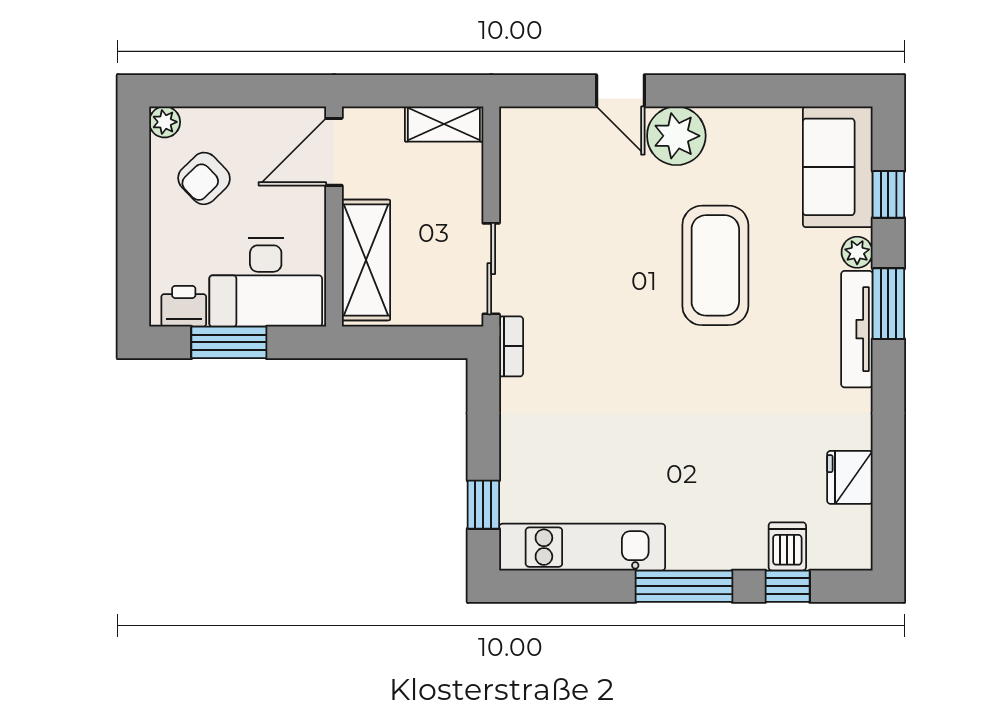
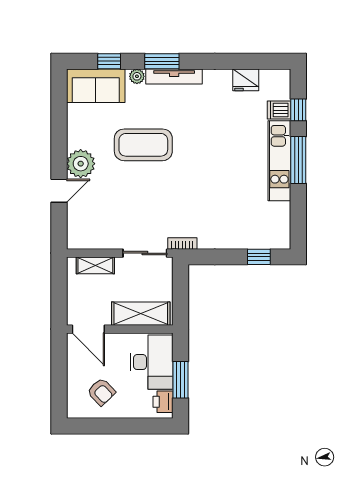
plant: (165, 122) -> (74, 411), removed
shelving: (444, 124) -> (95, 265), moved, turned 90
kitchen unit: (582, 547) -> (279, 161), moved

